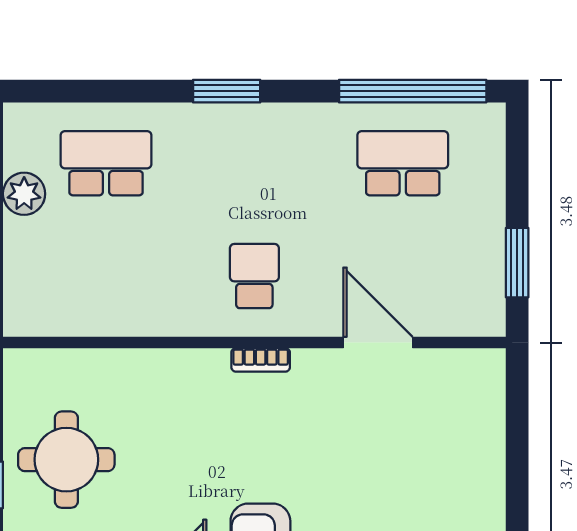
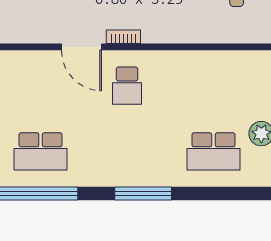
window: (227, 91) -> (143, 193), width x1.44
door: (378, 343) -> (82, 47), moved

